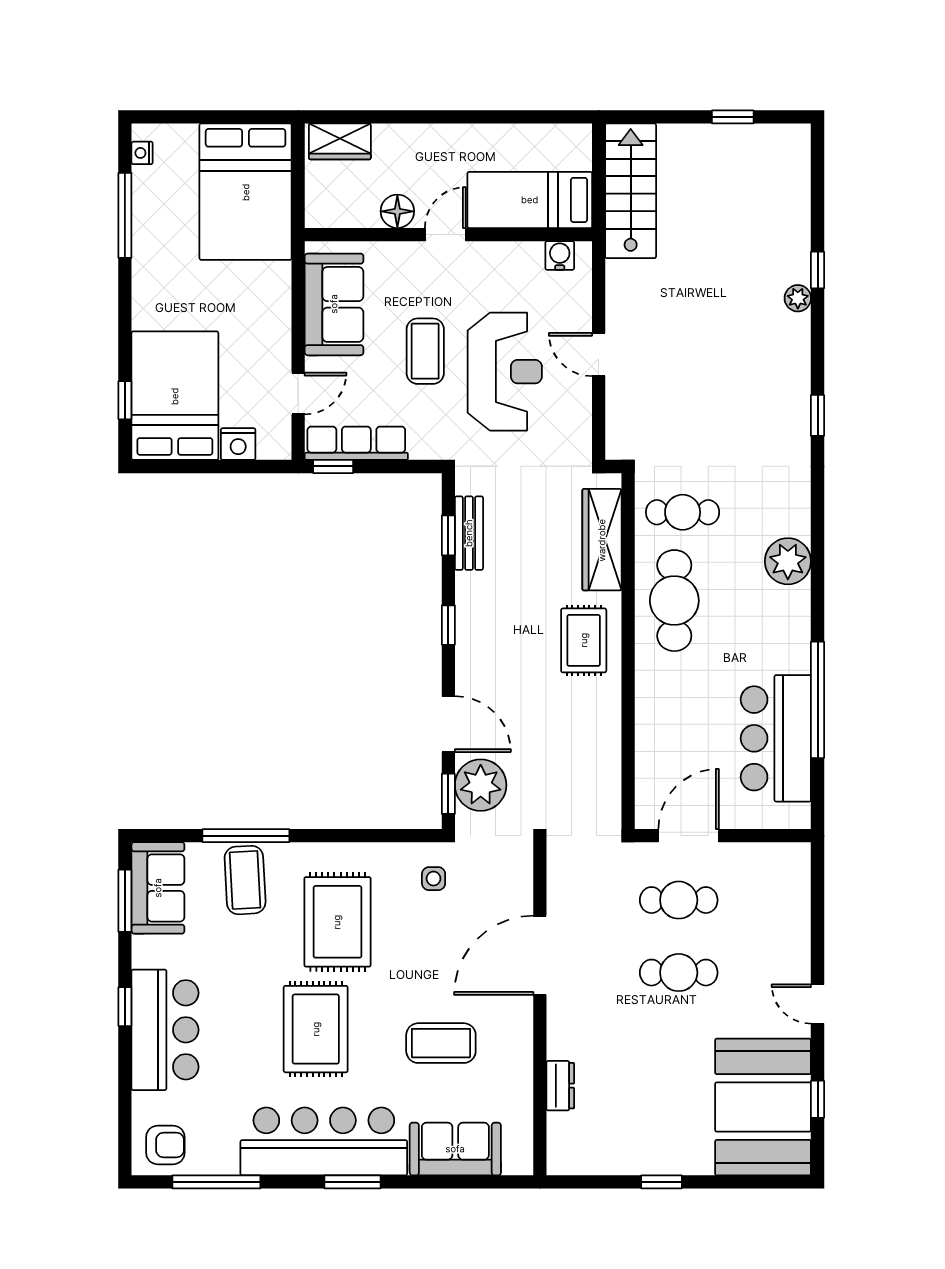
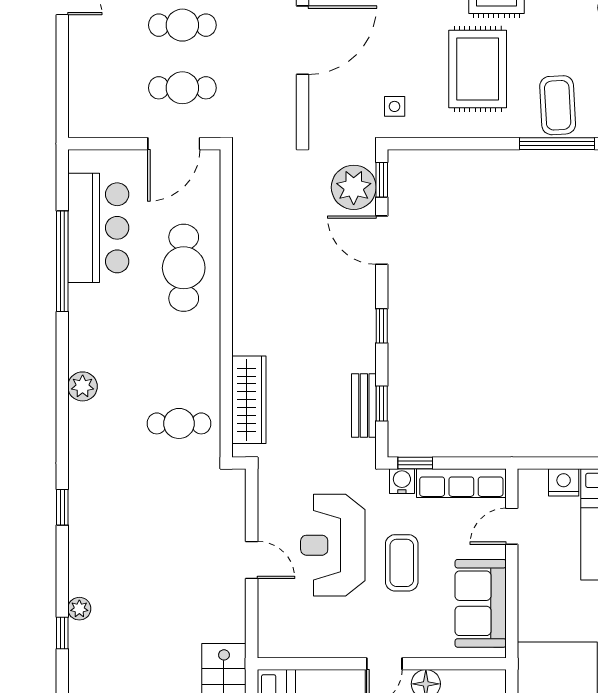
water cooler: (560, 255) -> (402, 481), moved, turned 180
window: (333, 466) -> (415, 463), moved
plant: (788, 561) -> (83, 386), width x0.73, depth x0.73
cafe table: (674, 601) -> (184, 268), moved
rug: (584, 640) -> (265, 313), removed

